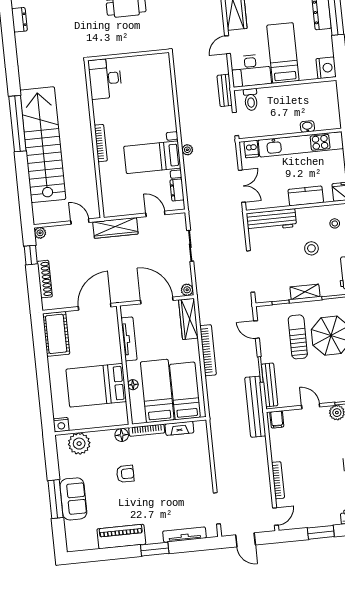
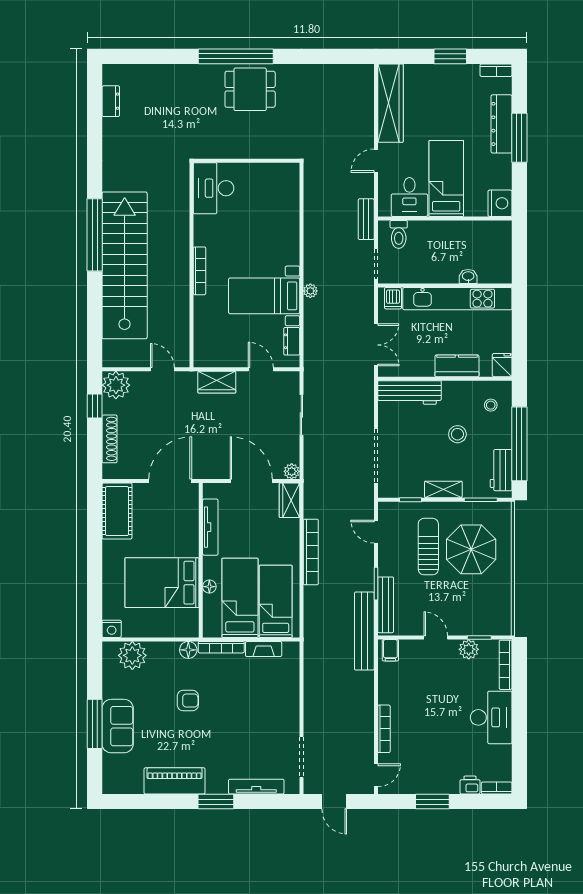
desk: (251, 71) -> (409, 197), width x0.73
wardrobe: (115, 228) -> (217, 382), width x0.67
plant: (40, 233) -> (116, 385), width x1.88, depth x1.88
wardrobe: (188, 319) -> (289, 500), width x0.67

